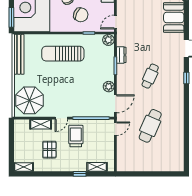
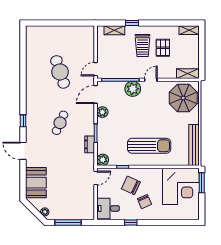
plant: (79, 109) -> (133, 89), added
shelving: (41, 124) -> (188, 74), moved
cafe table: (150, 126) -> (60, 72), turned -42
trolley: (76, 136) -> (143, 46), moved

